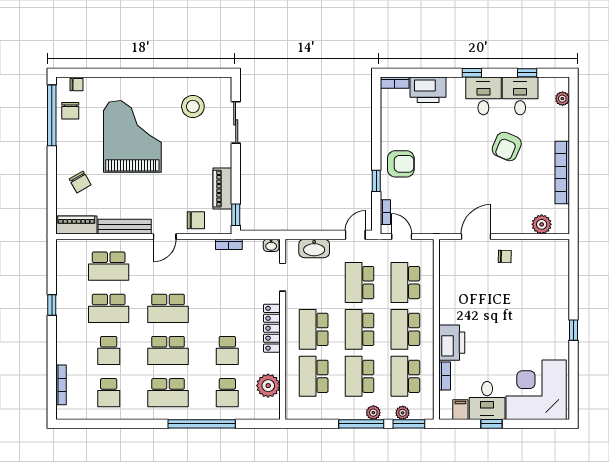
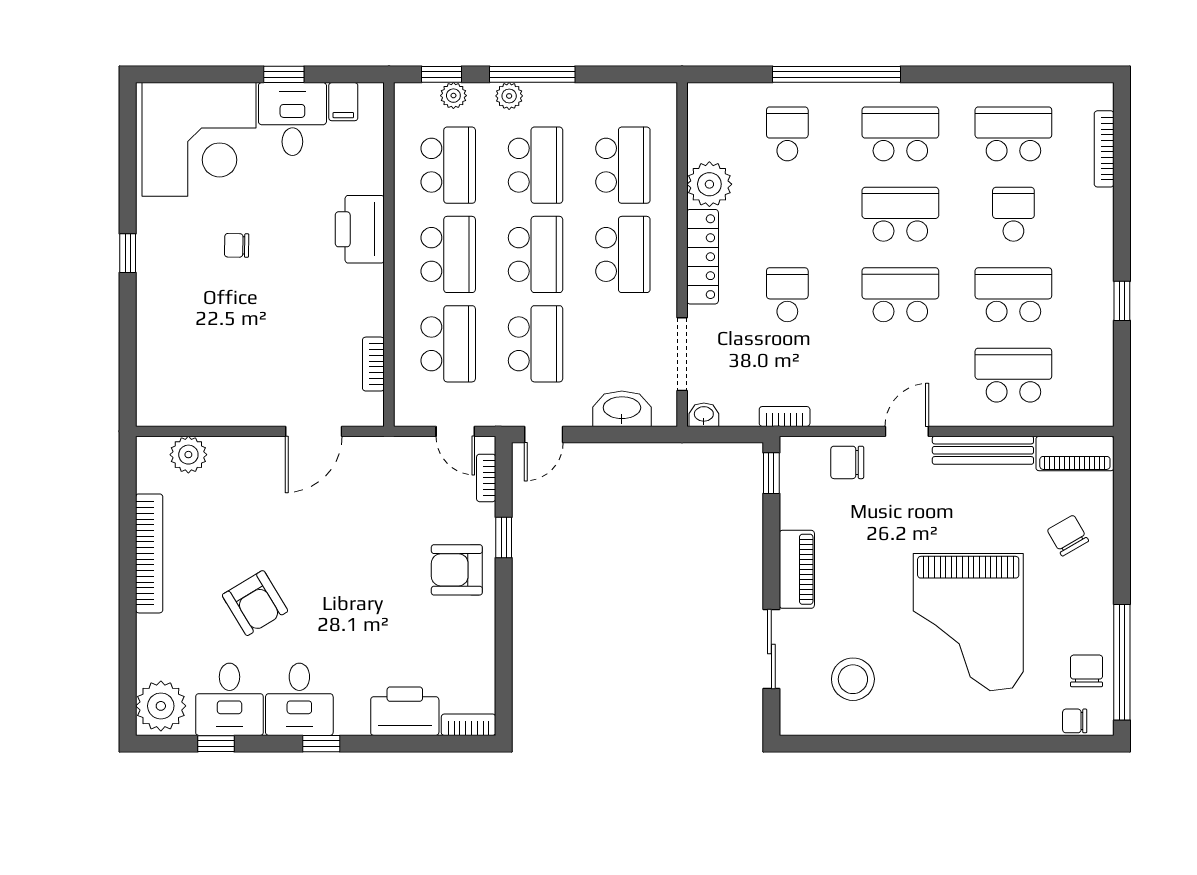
plant: (562, 99) -> (161, 706), width x1.88, depth x1.88
armchair: (507, 146) -> (255, 603), turned 126
piano: (222, 189) -> (797, 569), moved
chair: (505, 256) -> (237, 245), moved
doorway: (283, 277) -> (682, 354), width x1.38
school desk: (227, 351) -> (787, 295), moved
bookcase: (445, 376) -> (373, 364), moved
plant: (268, 386) -> (709, 184), moved
school desk: (109, 393) -> (1013, 134), width x1.85
window: (409, 424) -> (442, 74), width x0.67

